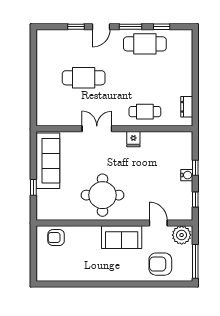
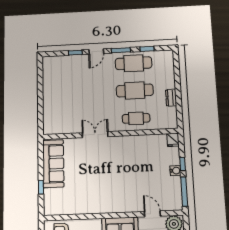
cafe table: (84, 78) -> (135, 90), moved
dresser: (187, 107) -> (171, 98), moved
fridge: (133, 139) -> (173, 140), moved
round table: (102, 195) -> (102, 191), removed
window: (195, 199) -> (184, 192), width x2.17

